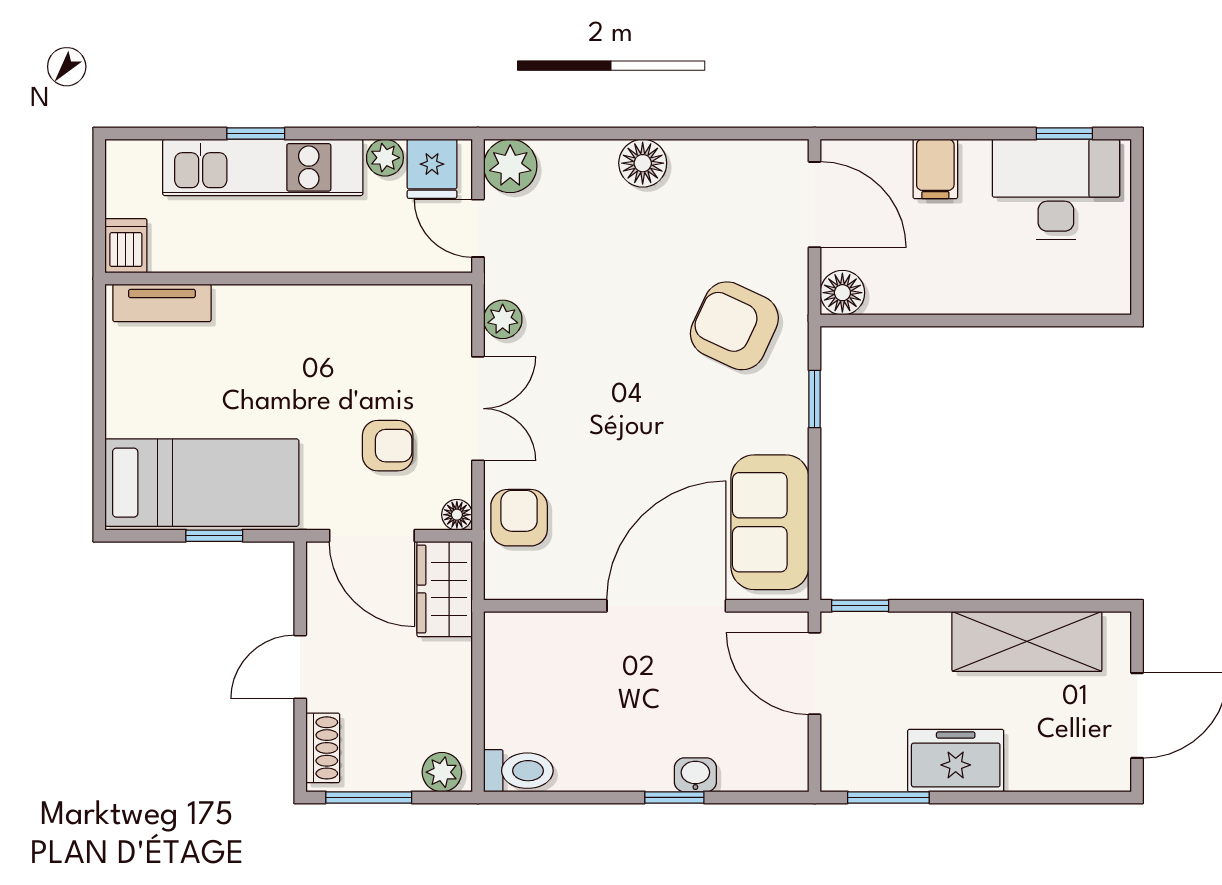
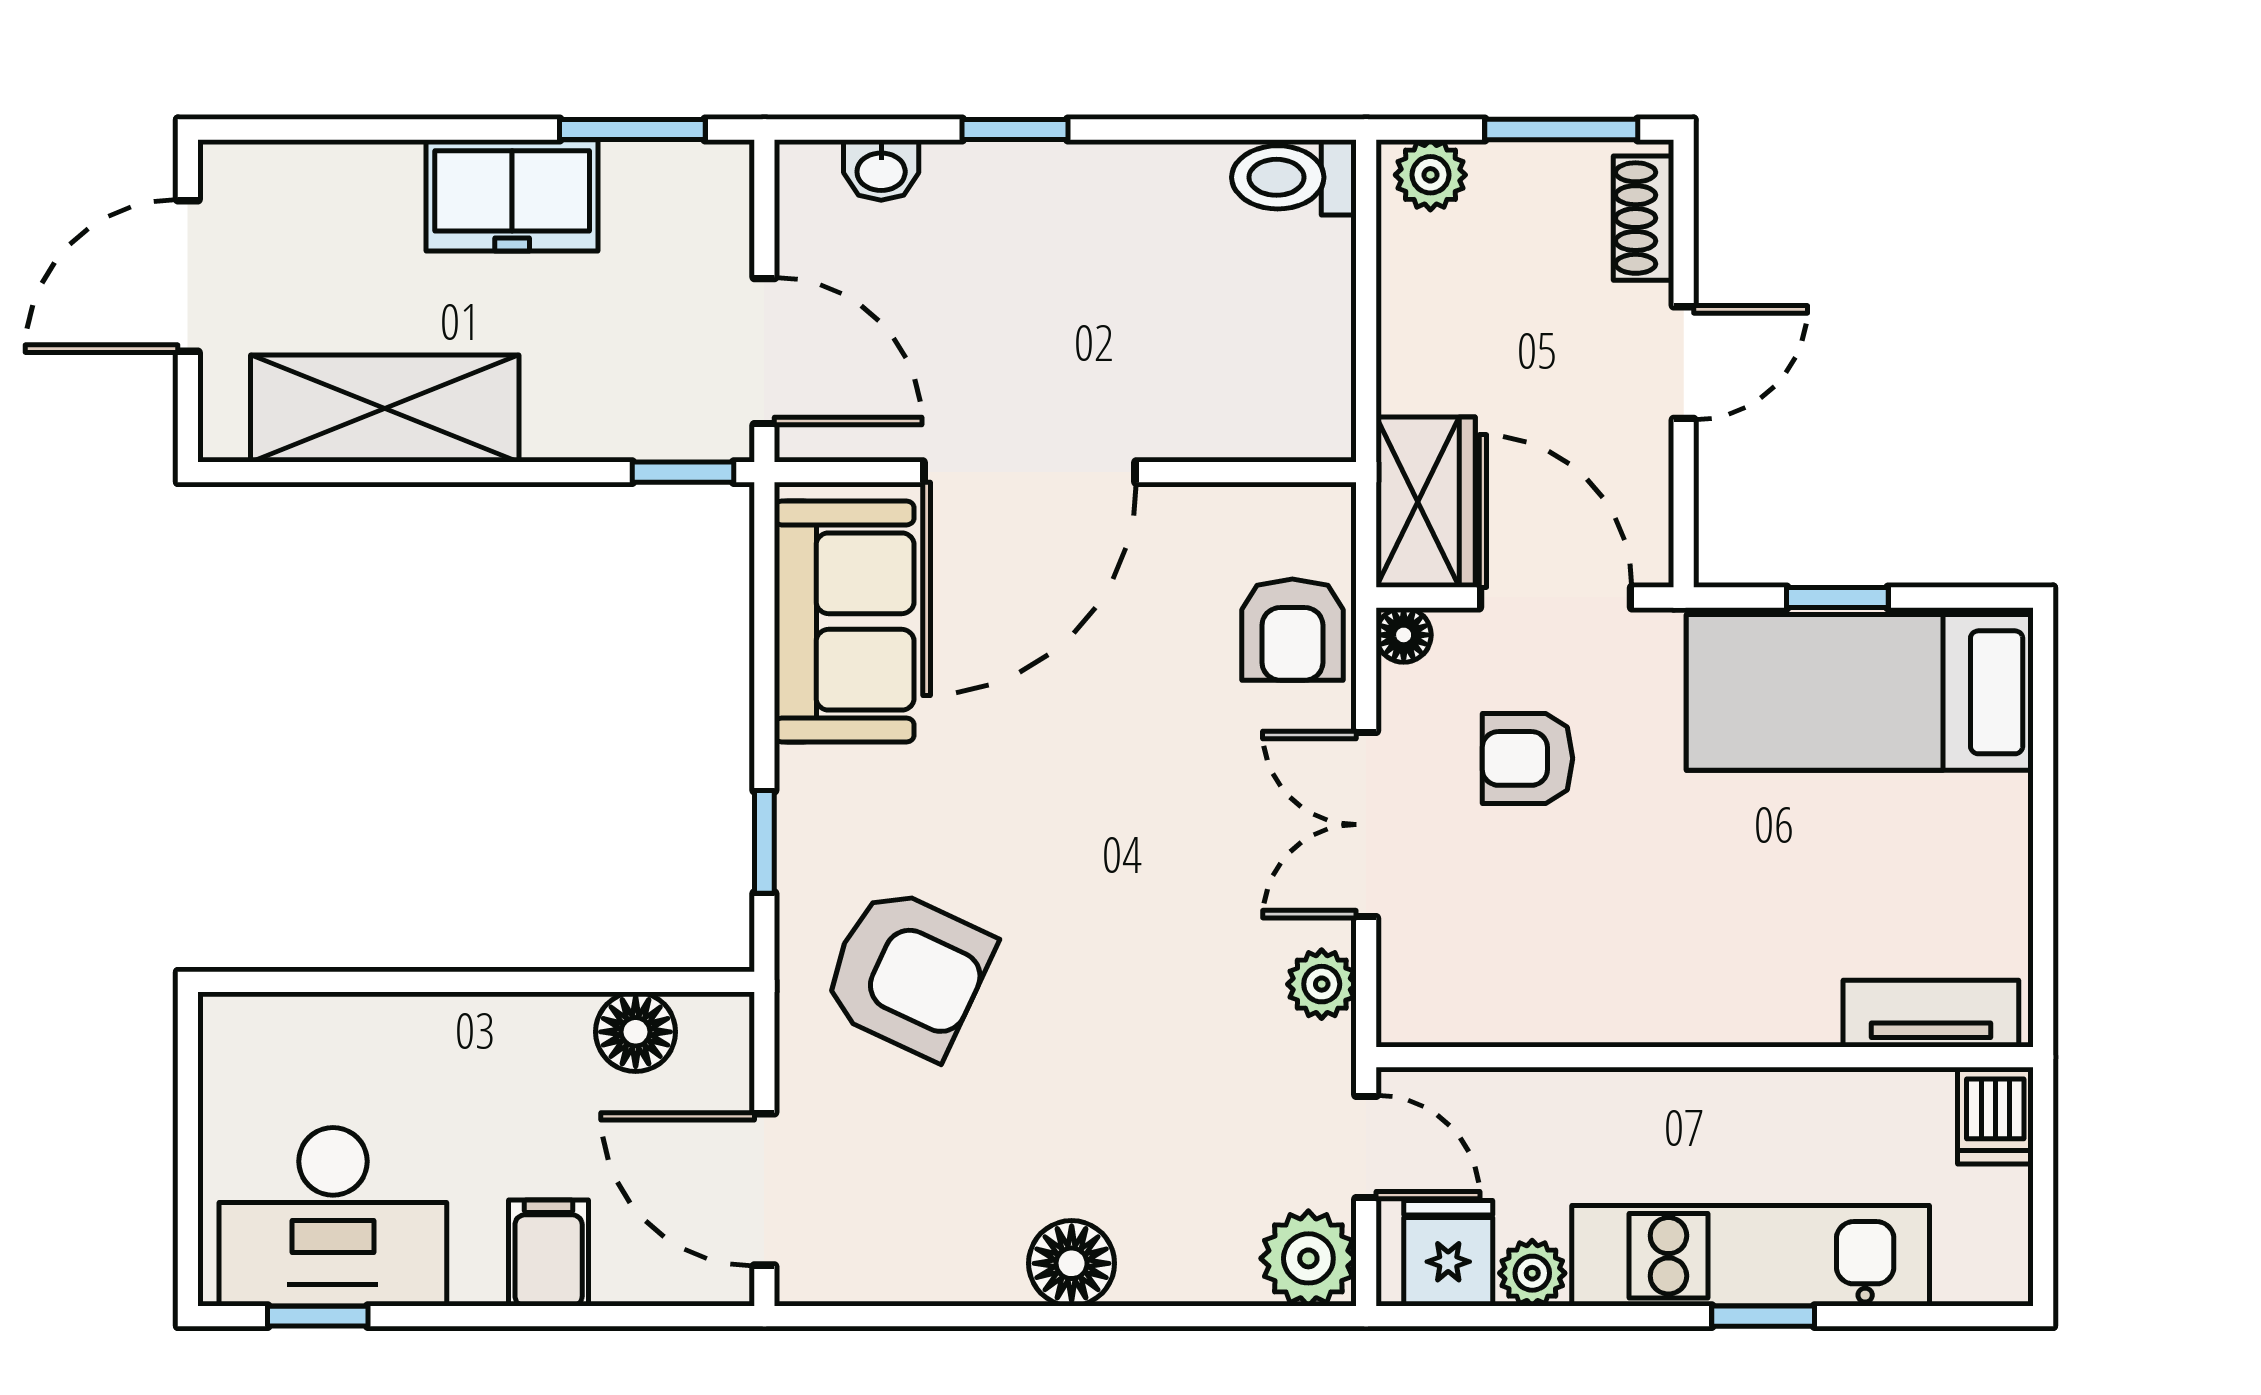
floor lamp: (842, 293) -> (636, 1032), moved
washbasin: (695, 775) -> (881, 170), moved

